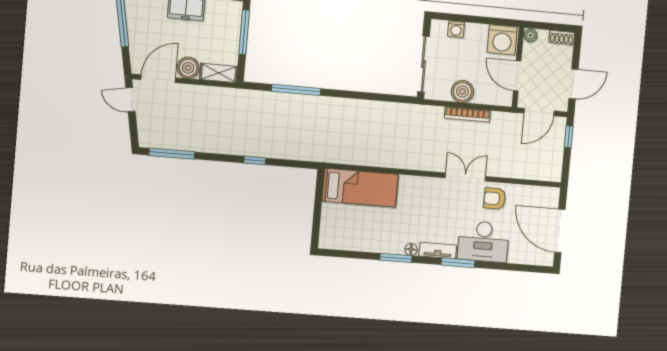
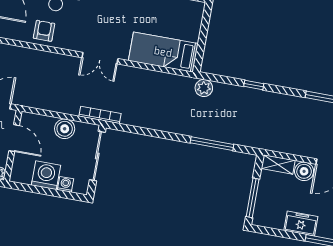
washing machine: (502, 40) -> (46, 175), moved
bookcase: (467, 114) -> (100, 115), moved
plant: (311, 152) -> (204, 88), added
double door: (465, 177) -> (100, 58), moved
armchair: (495, 198) -> (44, 31), turned -90

